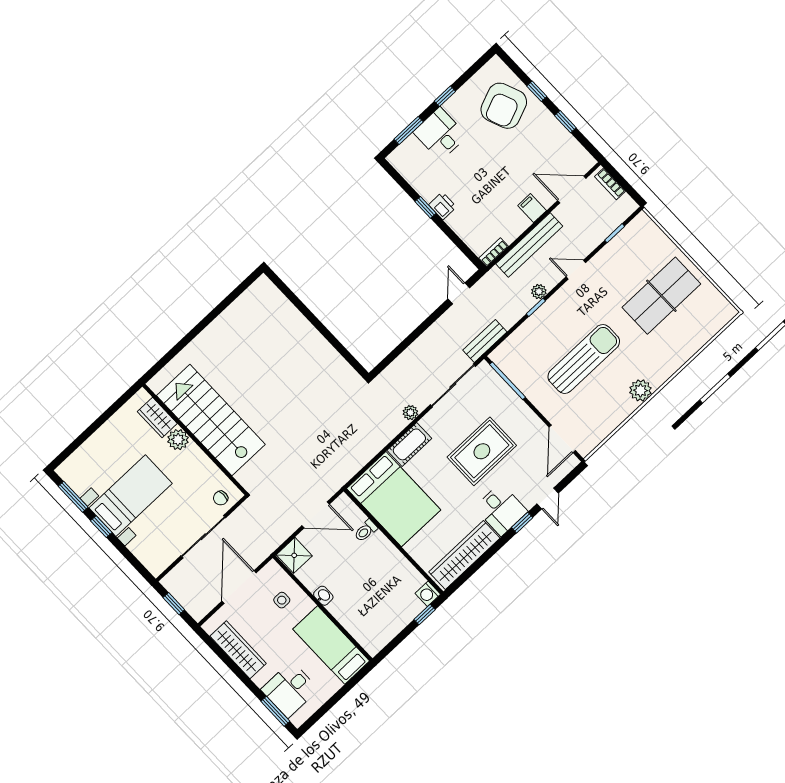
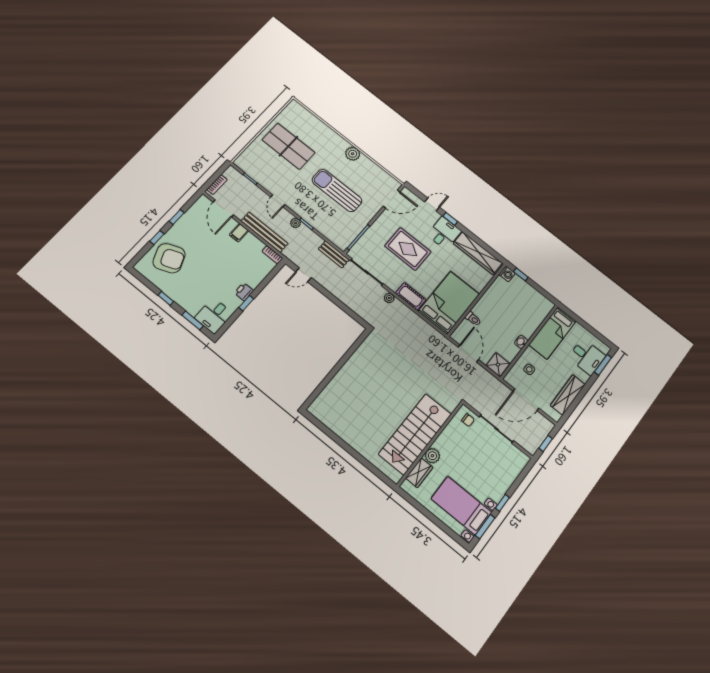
desk: (440, 134) -> (214, 316), moved
bed with nightstands: (131, 496) -> (461, 506), moved

